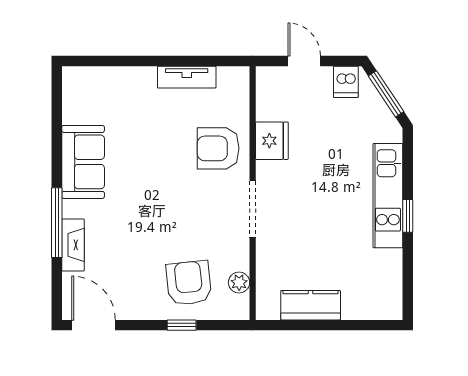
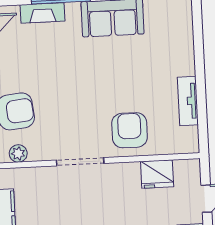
fridge: (272, 141) -> (157, 174), moved

